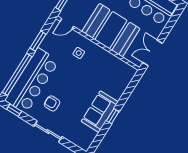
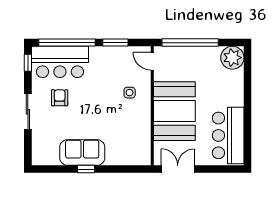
bar counter: (32, 81) -> (60, 62), width x0.73

